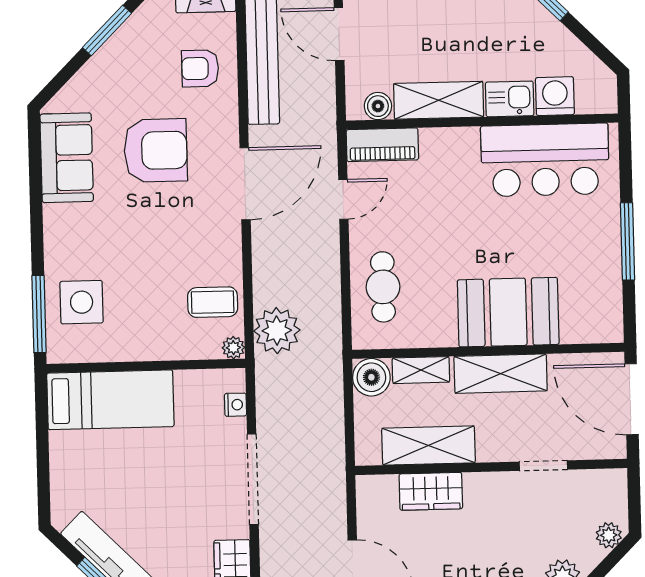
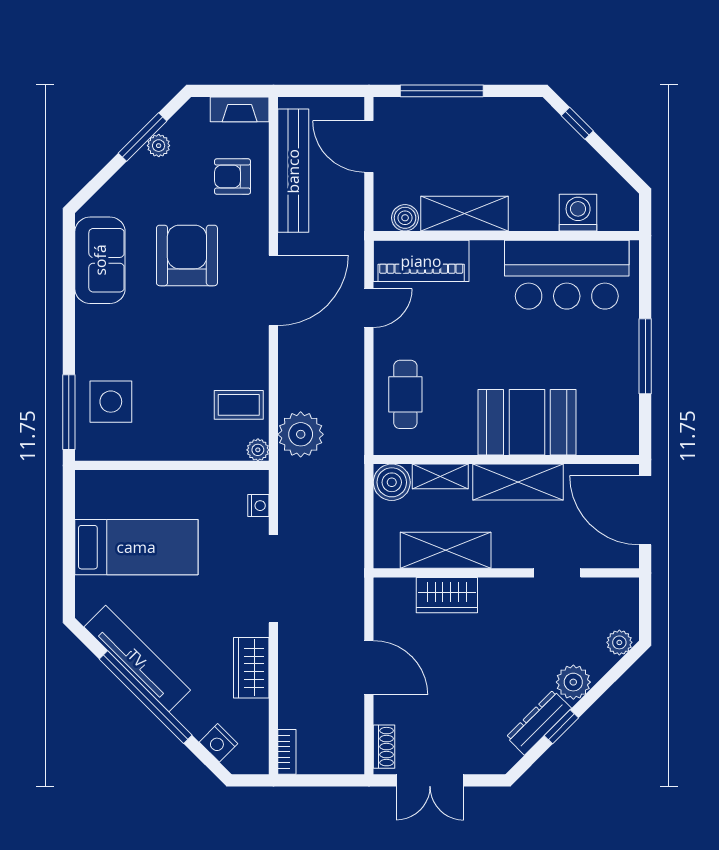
plant: (124, 39) -> (159, 146), added
kitchen sink: (510, 99) -> (534, 214), removed
piano: (382, 145) -> (421, 261), width x1.37, depth x1.33
armchair: (156, 150) -> (187, 255), turned -90
bed: (110, 400) -> (136, 547), moved

